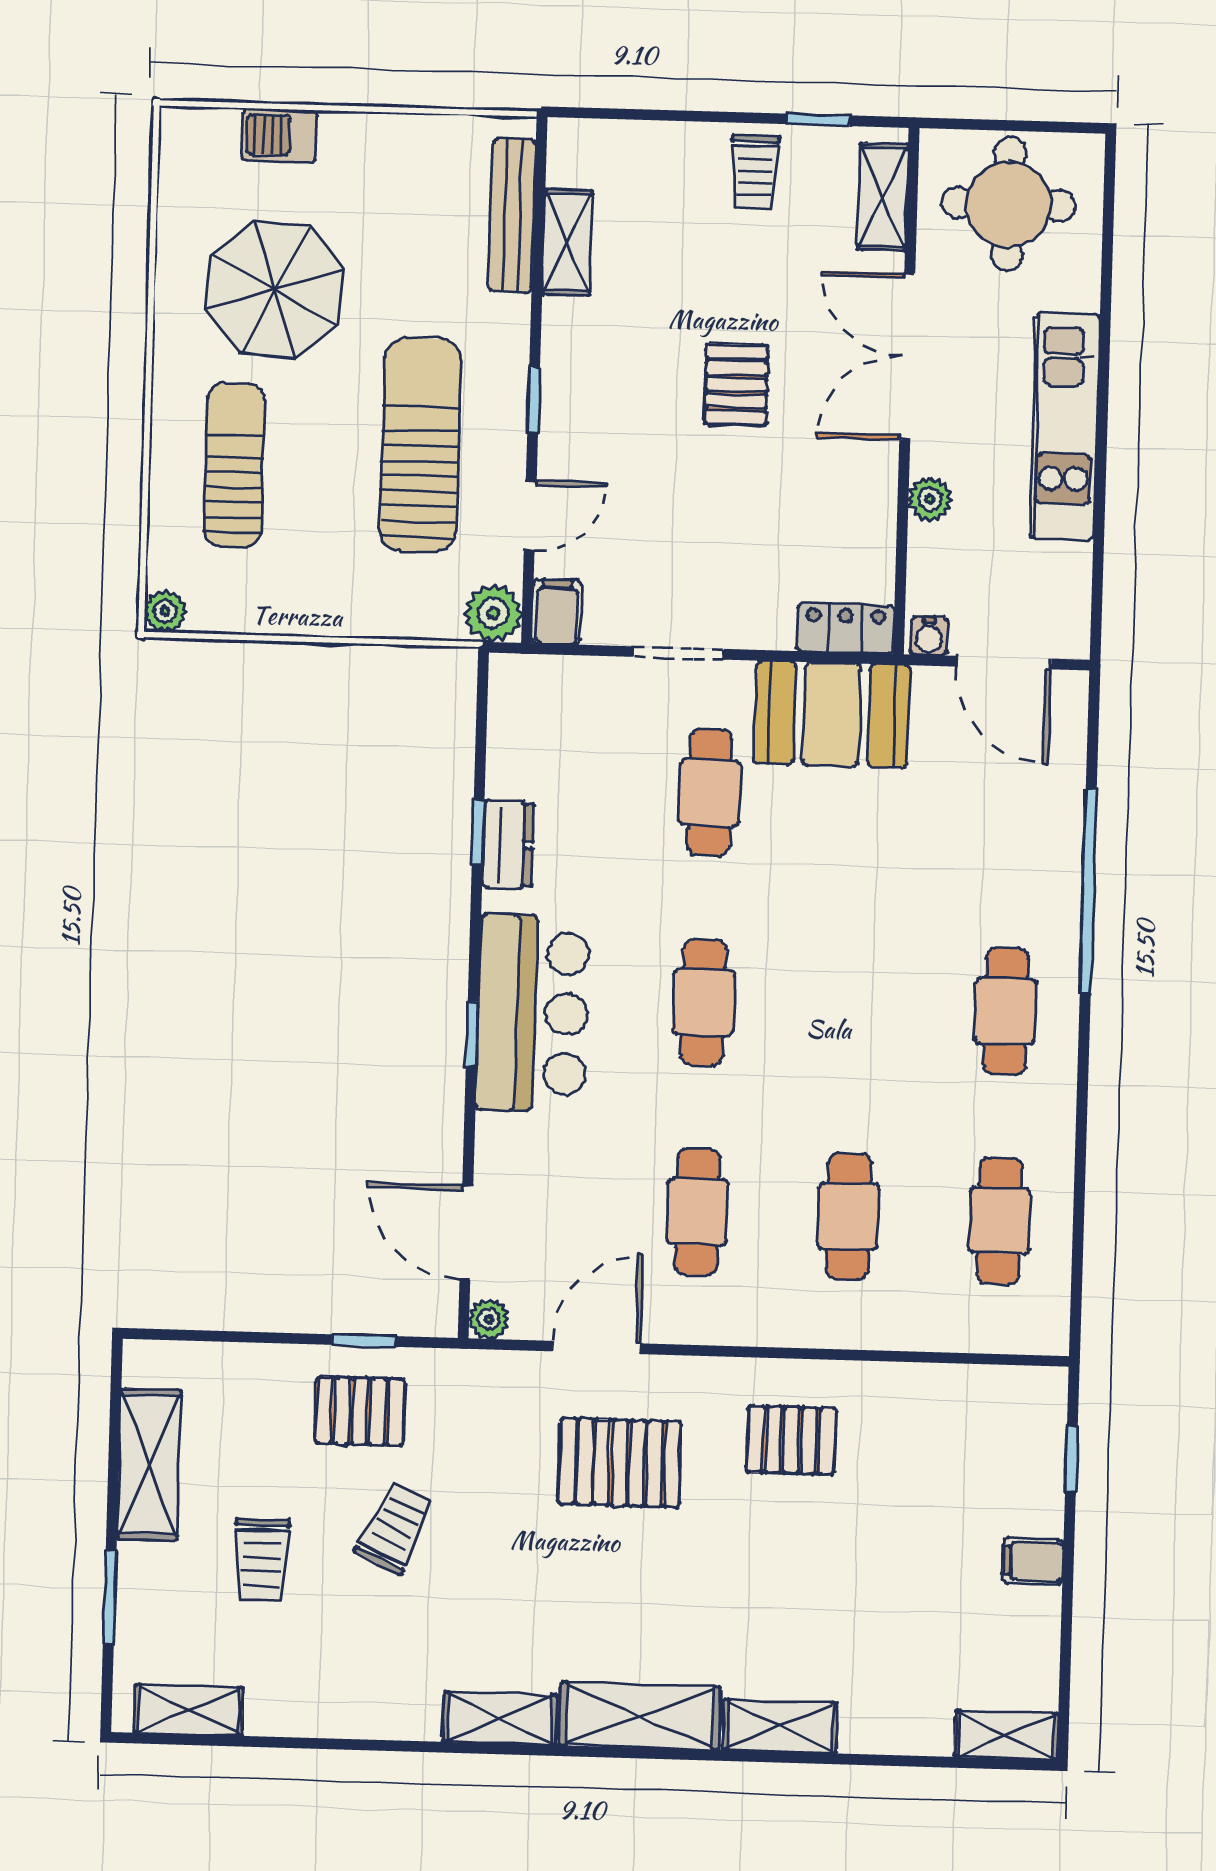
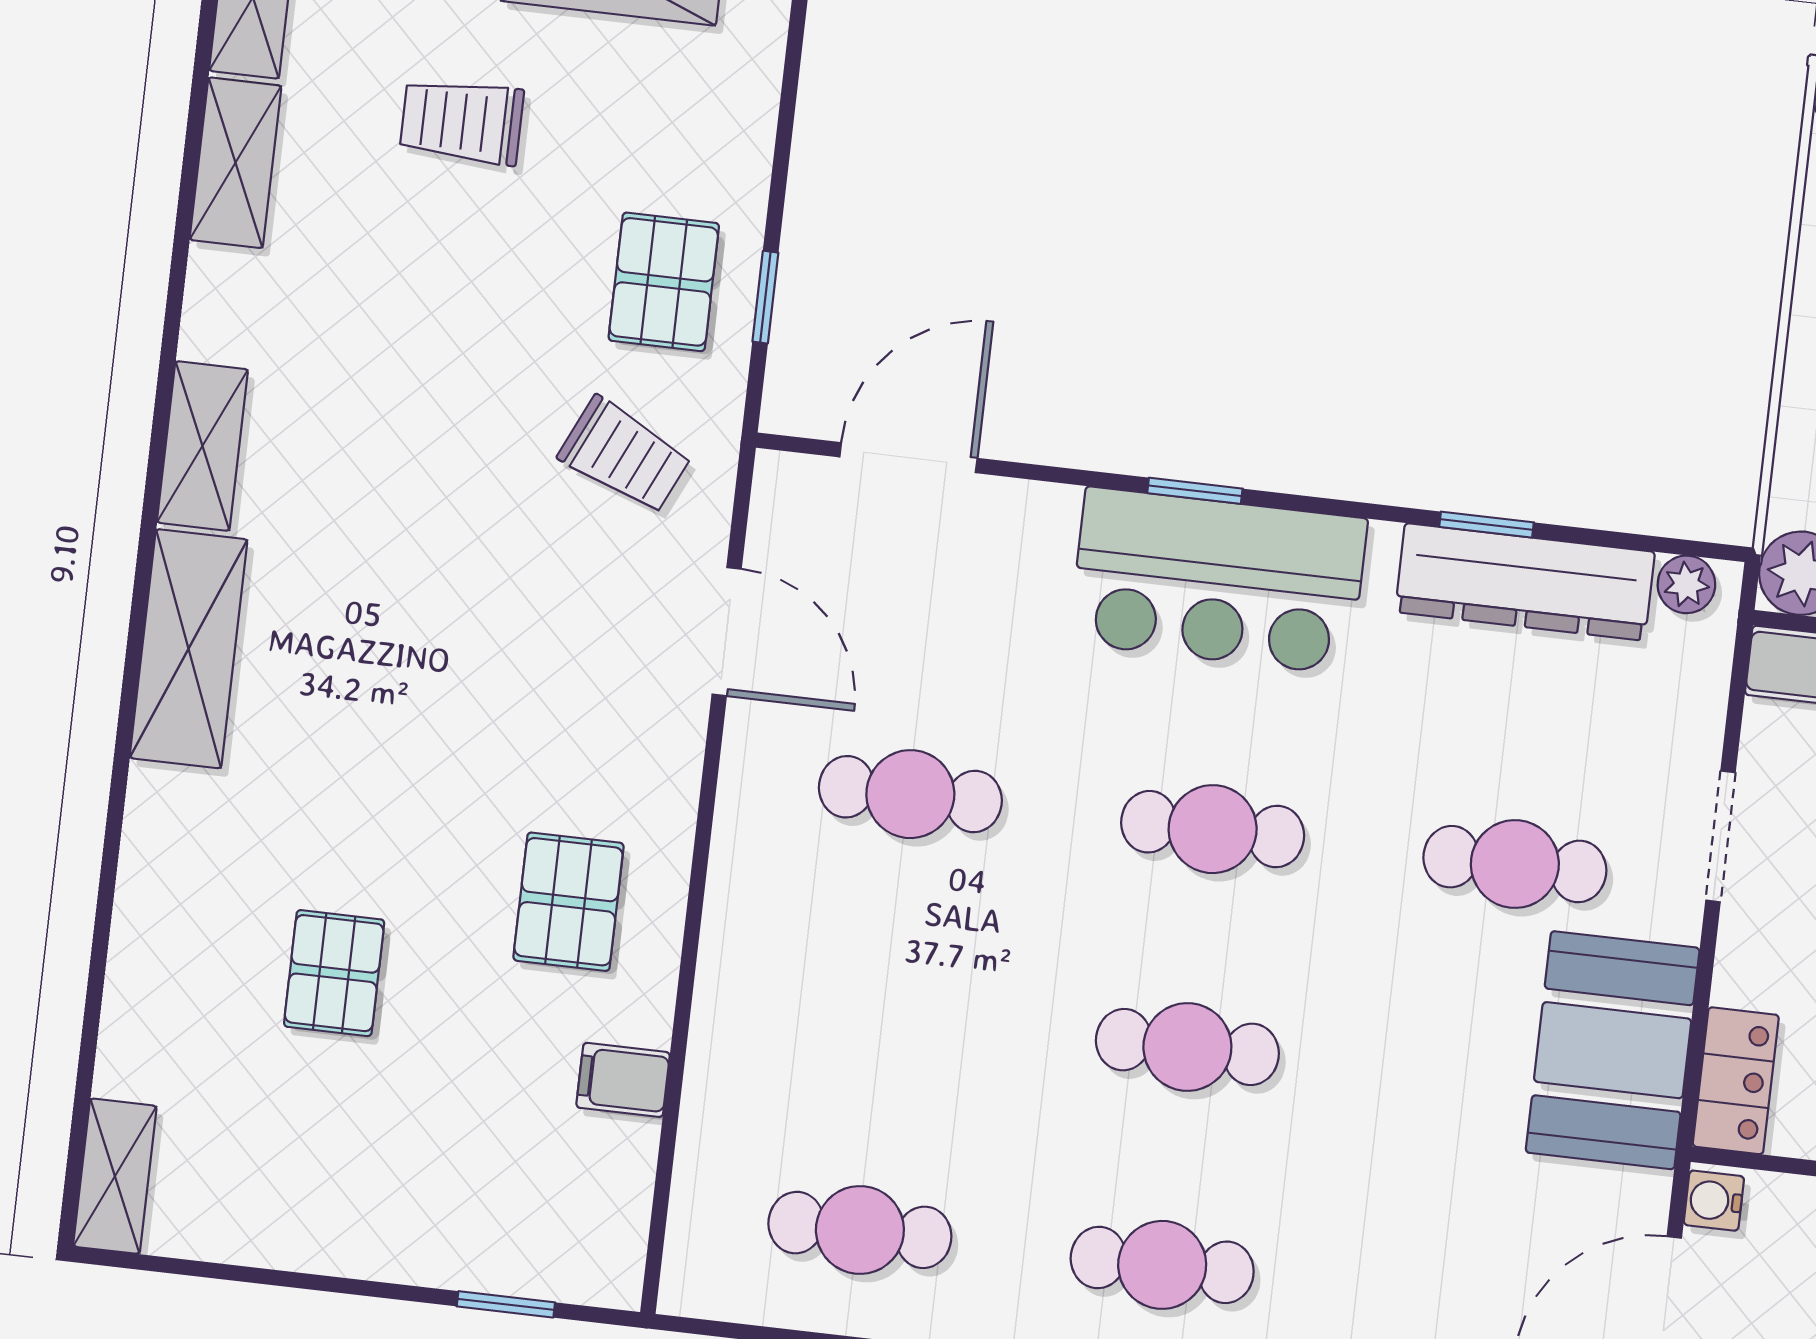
dresser: (508, 845) -> (1525, 582), width x1.96, depth x1.24
cafe table: (848, 1216) -> (1187, 1047), moved
plant: (489, 1319) -> (1686, 584), moved
pallet: (620, 1463) -> (334, 973), moved, width x0.67, depth x0.71
trolley: (395, 1528) -> (625, 456), moved
filing cabinet: (1033, 1561) -> (623, 1080), moved, turned -90
shelving: (780, 1726) -> (235, 163), moved

